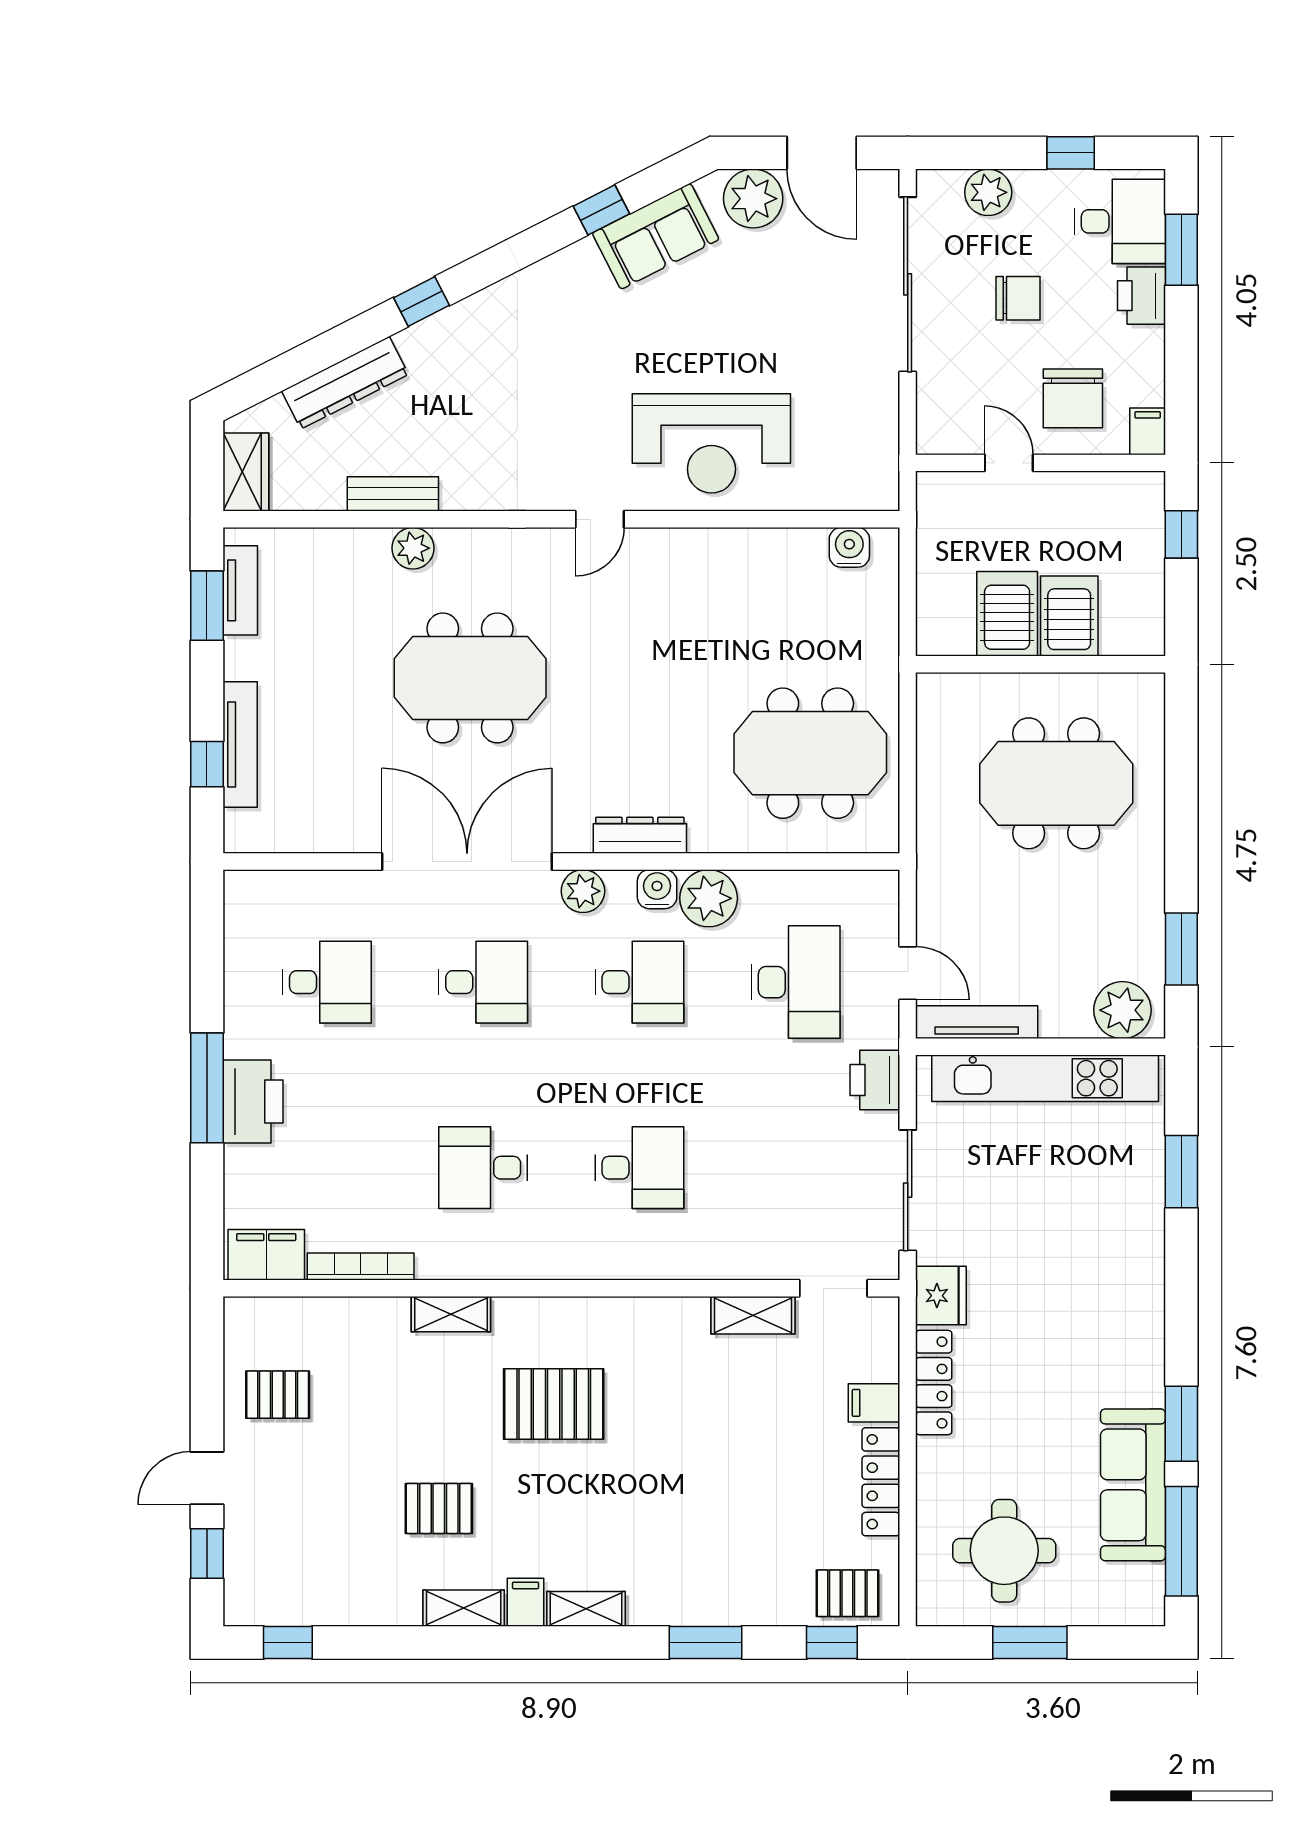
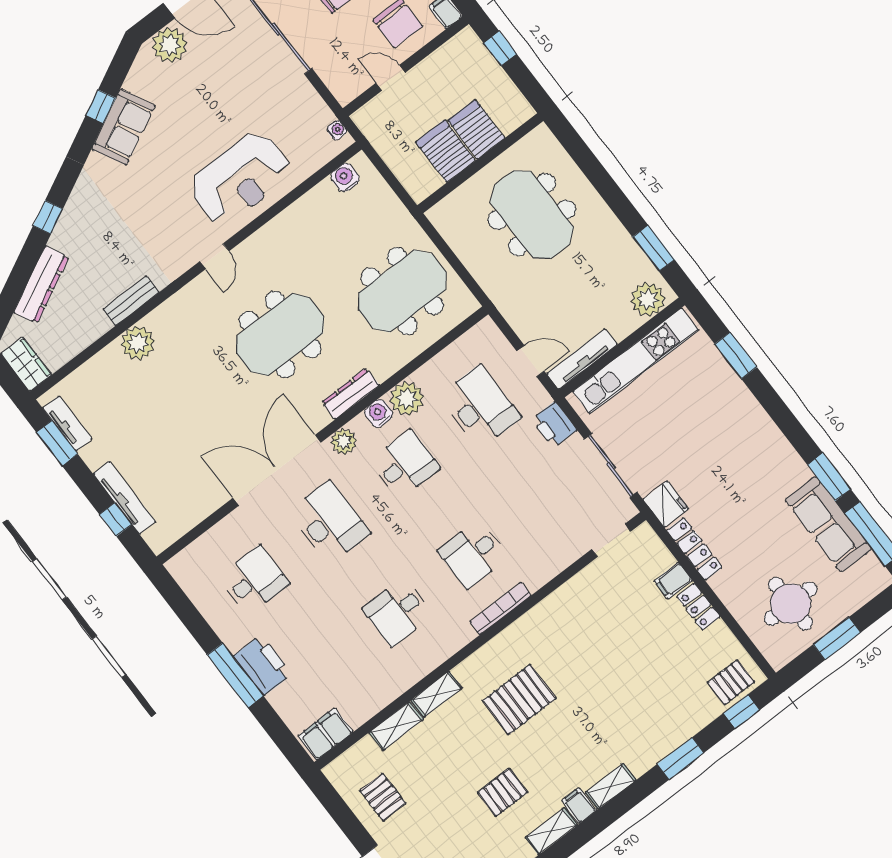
sofa: (656, 236) -> (123, 127), moved
water cooler: (886, 477) -> (337, 130), added
bench: (393, 494) -> (131, 301), moved
plant: (413, 548) -> (138, 343), width x1.36, depth x1.36
meeting table: (470, 678) -> (280, 335), moved
meeting table: (1056, 783) -> (532, 215), turned 90
desk: (483, 982) -> (329, 522), width x1.37
desk: (639, 1168) -> (473, 554), turned 180
bookcase: (361, 1267) -> (501, 609), moved
shelving: (753, 1315) -> (396, 726), moved
pallet: (278, 1395) -> (383, 797), turned 90
locker: (881, 1482) -> (698, 607), width x0.66

